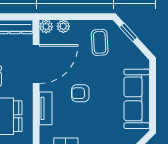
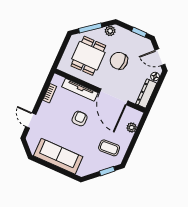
plant: (46, 27) -> (137, 115), removed
tv unit: (46, 108) -> (80, 90), width x1.41

